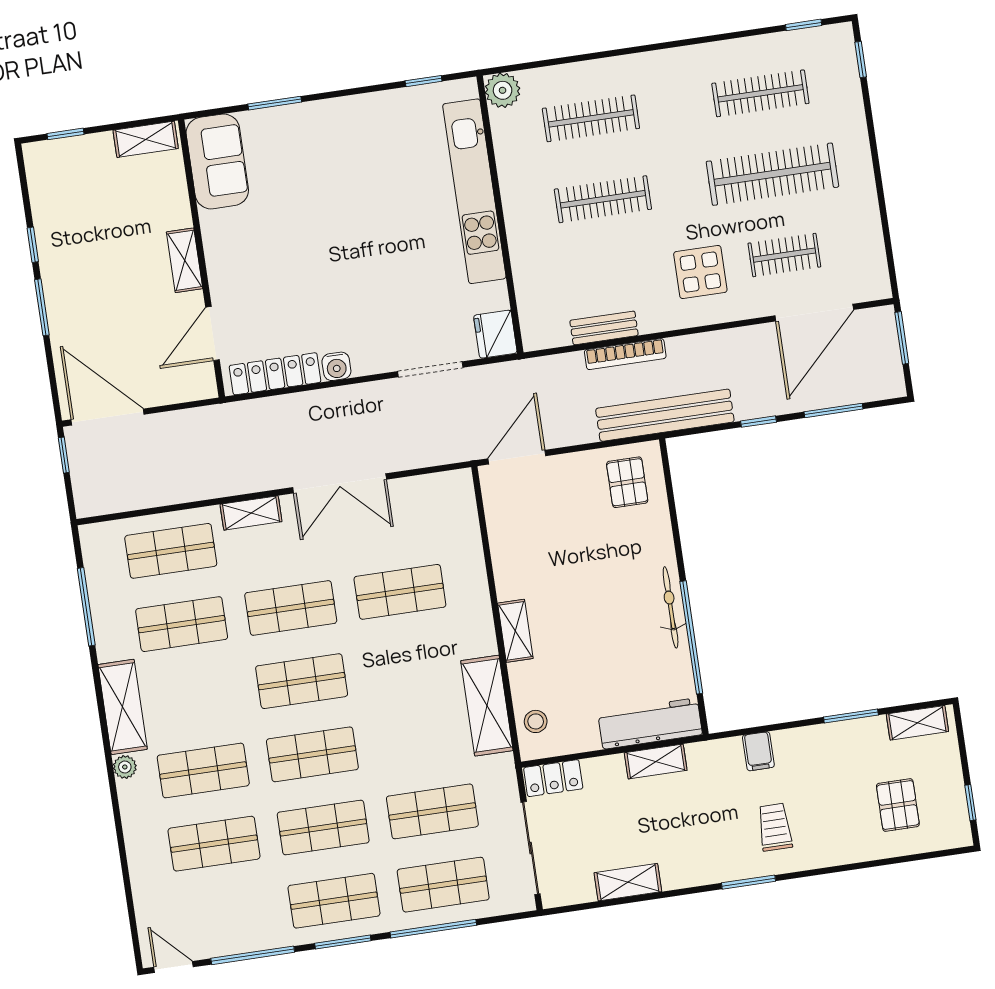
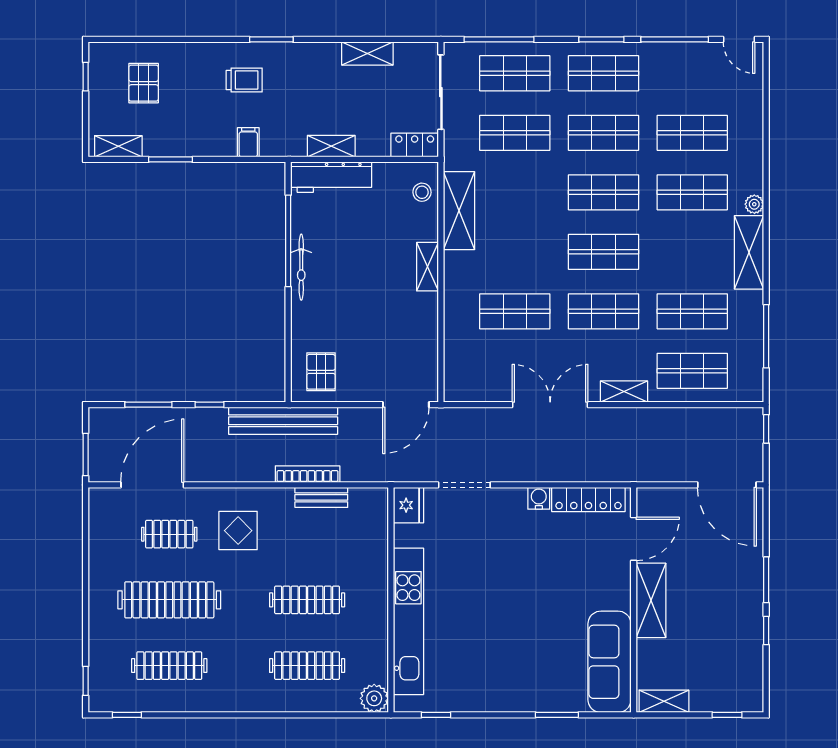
sofa: (217, 161) -> (609, 662), width x1.36
shelving: (185, 260) -> (651, 600), width x1.50, depth x1.33
window: (64, 455) -> (766, 429), moved
trolley: (775, 827) -> (244, 80), turned -90
window: (433, 929) -> (499, 39), moved

